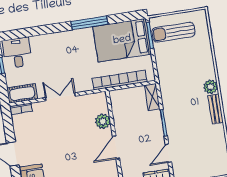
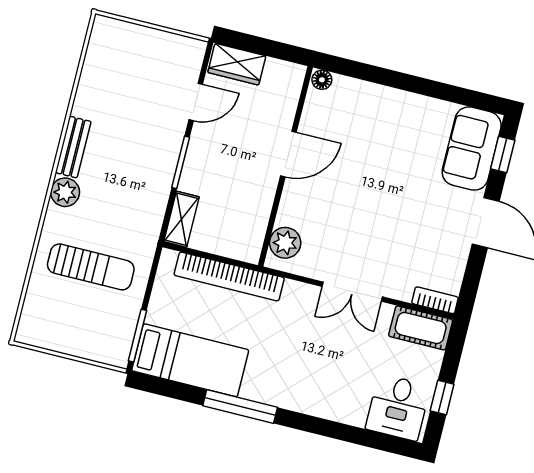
sun lounger: (174, 32) -> (91, 267), moved
bed: (122, 40) -> (190, 360), width x0.67
plant: (103, 121) -> (285, 243), moved

